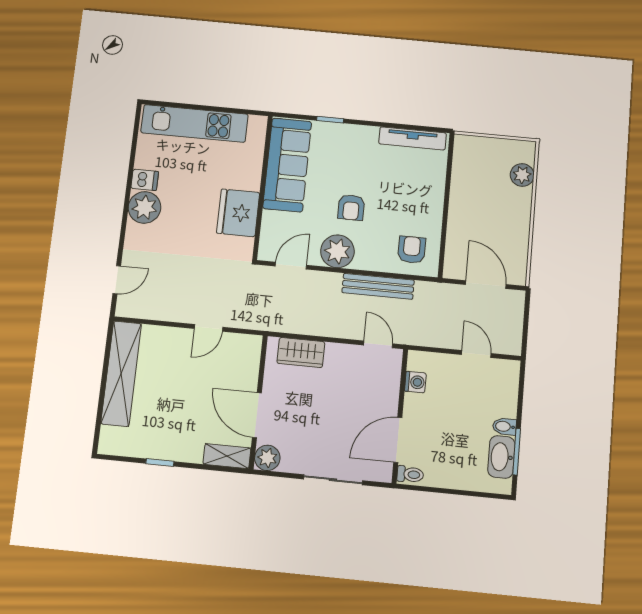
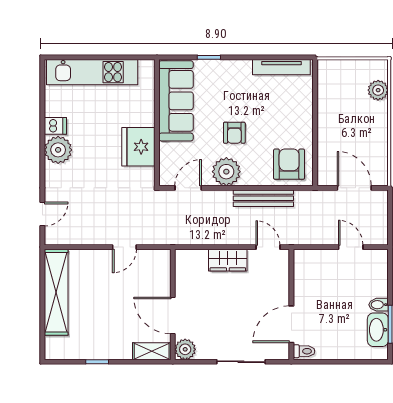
armchair: (412, 250) -> (289, 164), width x1.38, depth x1.38
wardrobe: (301, 352) -> (228, 260), moved
washing machine: (415, 382) -> (302, 275), removed

